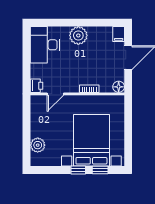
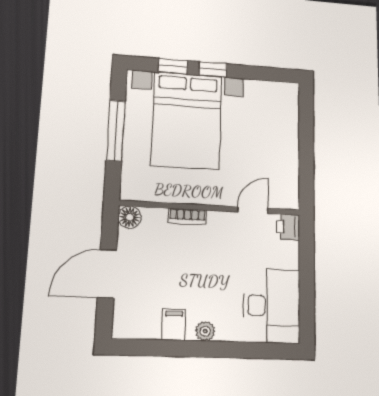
filing cabinet: (119, 34) -> (174, 325), moved
plant: (78, 35) -> (205, 331), width x0.53, depth x0.53
window: (128, 132) -> (116, 131), added
plant: (38, 145) -> (286, 119), removed

